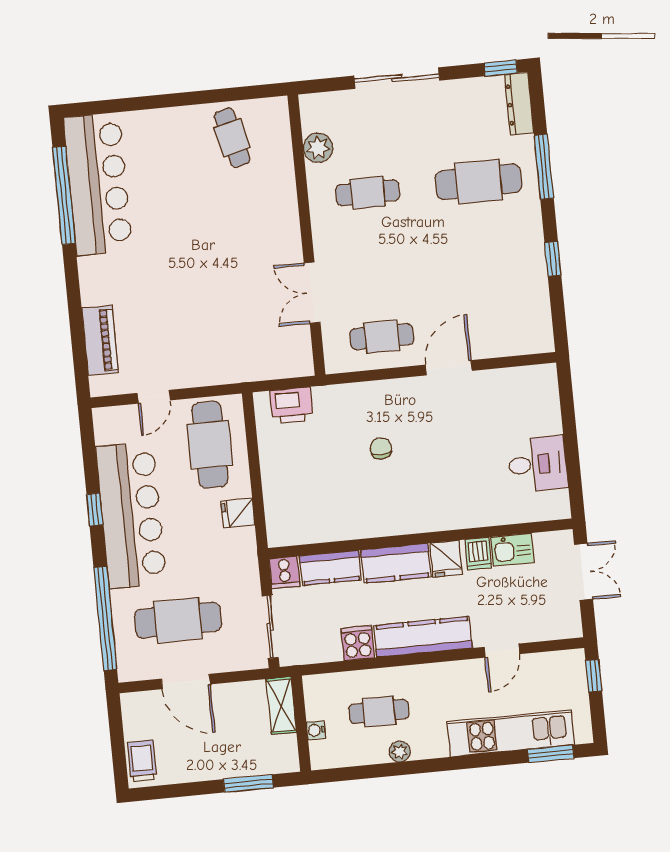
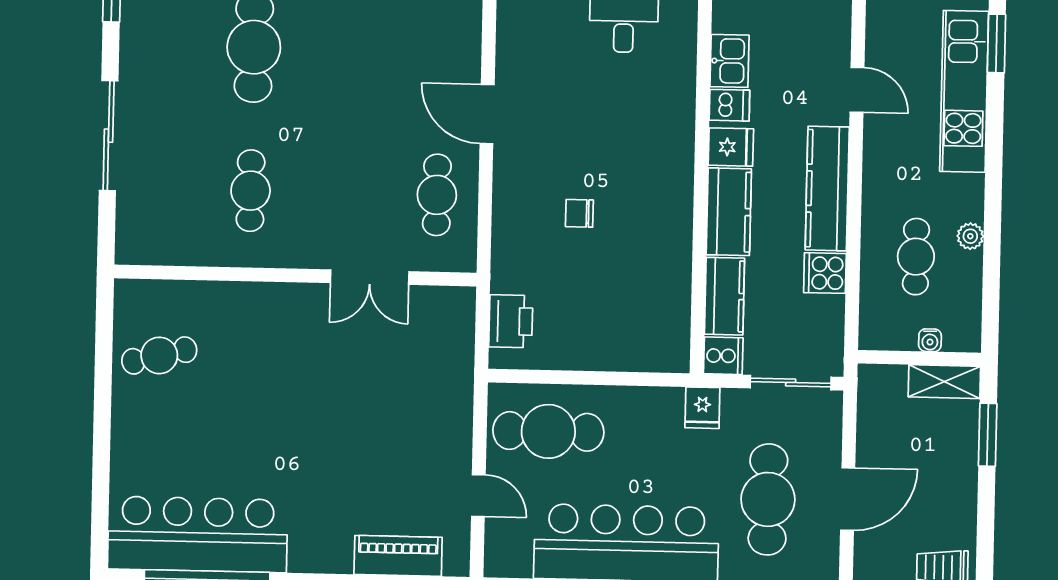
plant: (318, 148) -> (185, 247), removed
fridge: (238, 513) -> (702, 408), moved
shelving: (281, 706) -> (944, 382), moved

